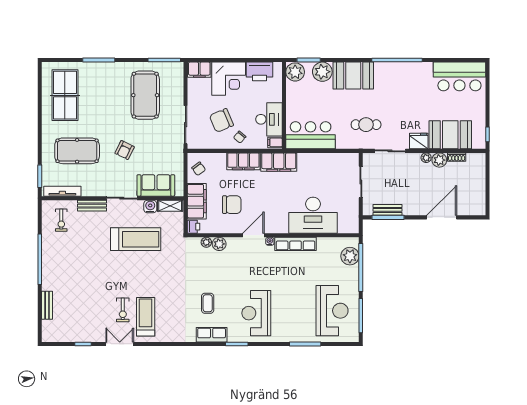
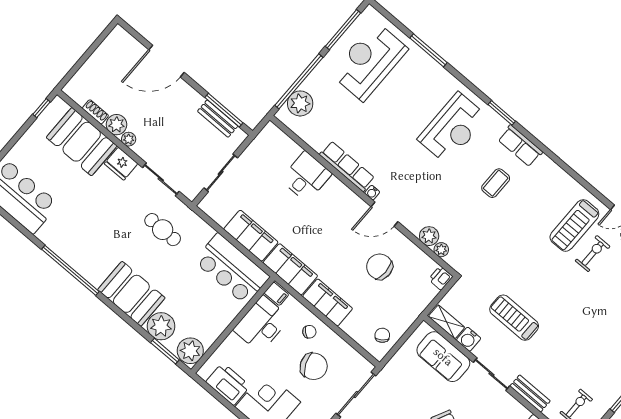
filing cabinet: (197, 201) -> (251, 236), moved, turned 90
desk: (313, 215) -> (306, 177), width x0.53, depth x0.77
treadmill: (136, 239) -> (514, 318), width x0.73, depth x0.73

